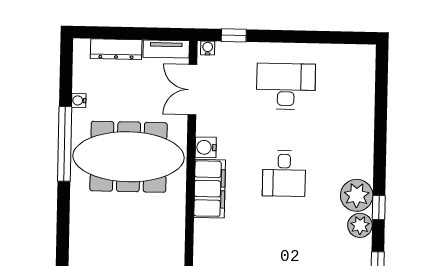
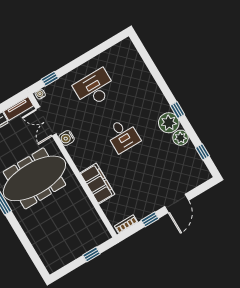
water cooler: (206, 147) -> (67, 138), moved
filing cabinet: (210, 189) -> (97, 184), moved
window: (379, 208) -> (177, 110), moved

